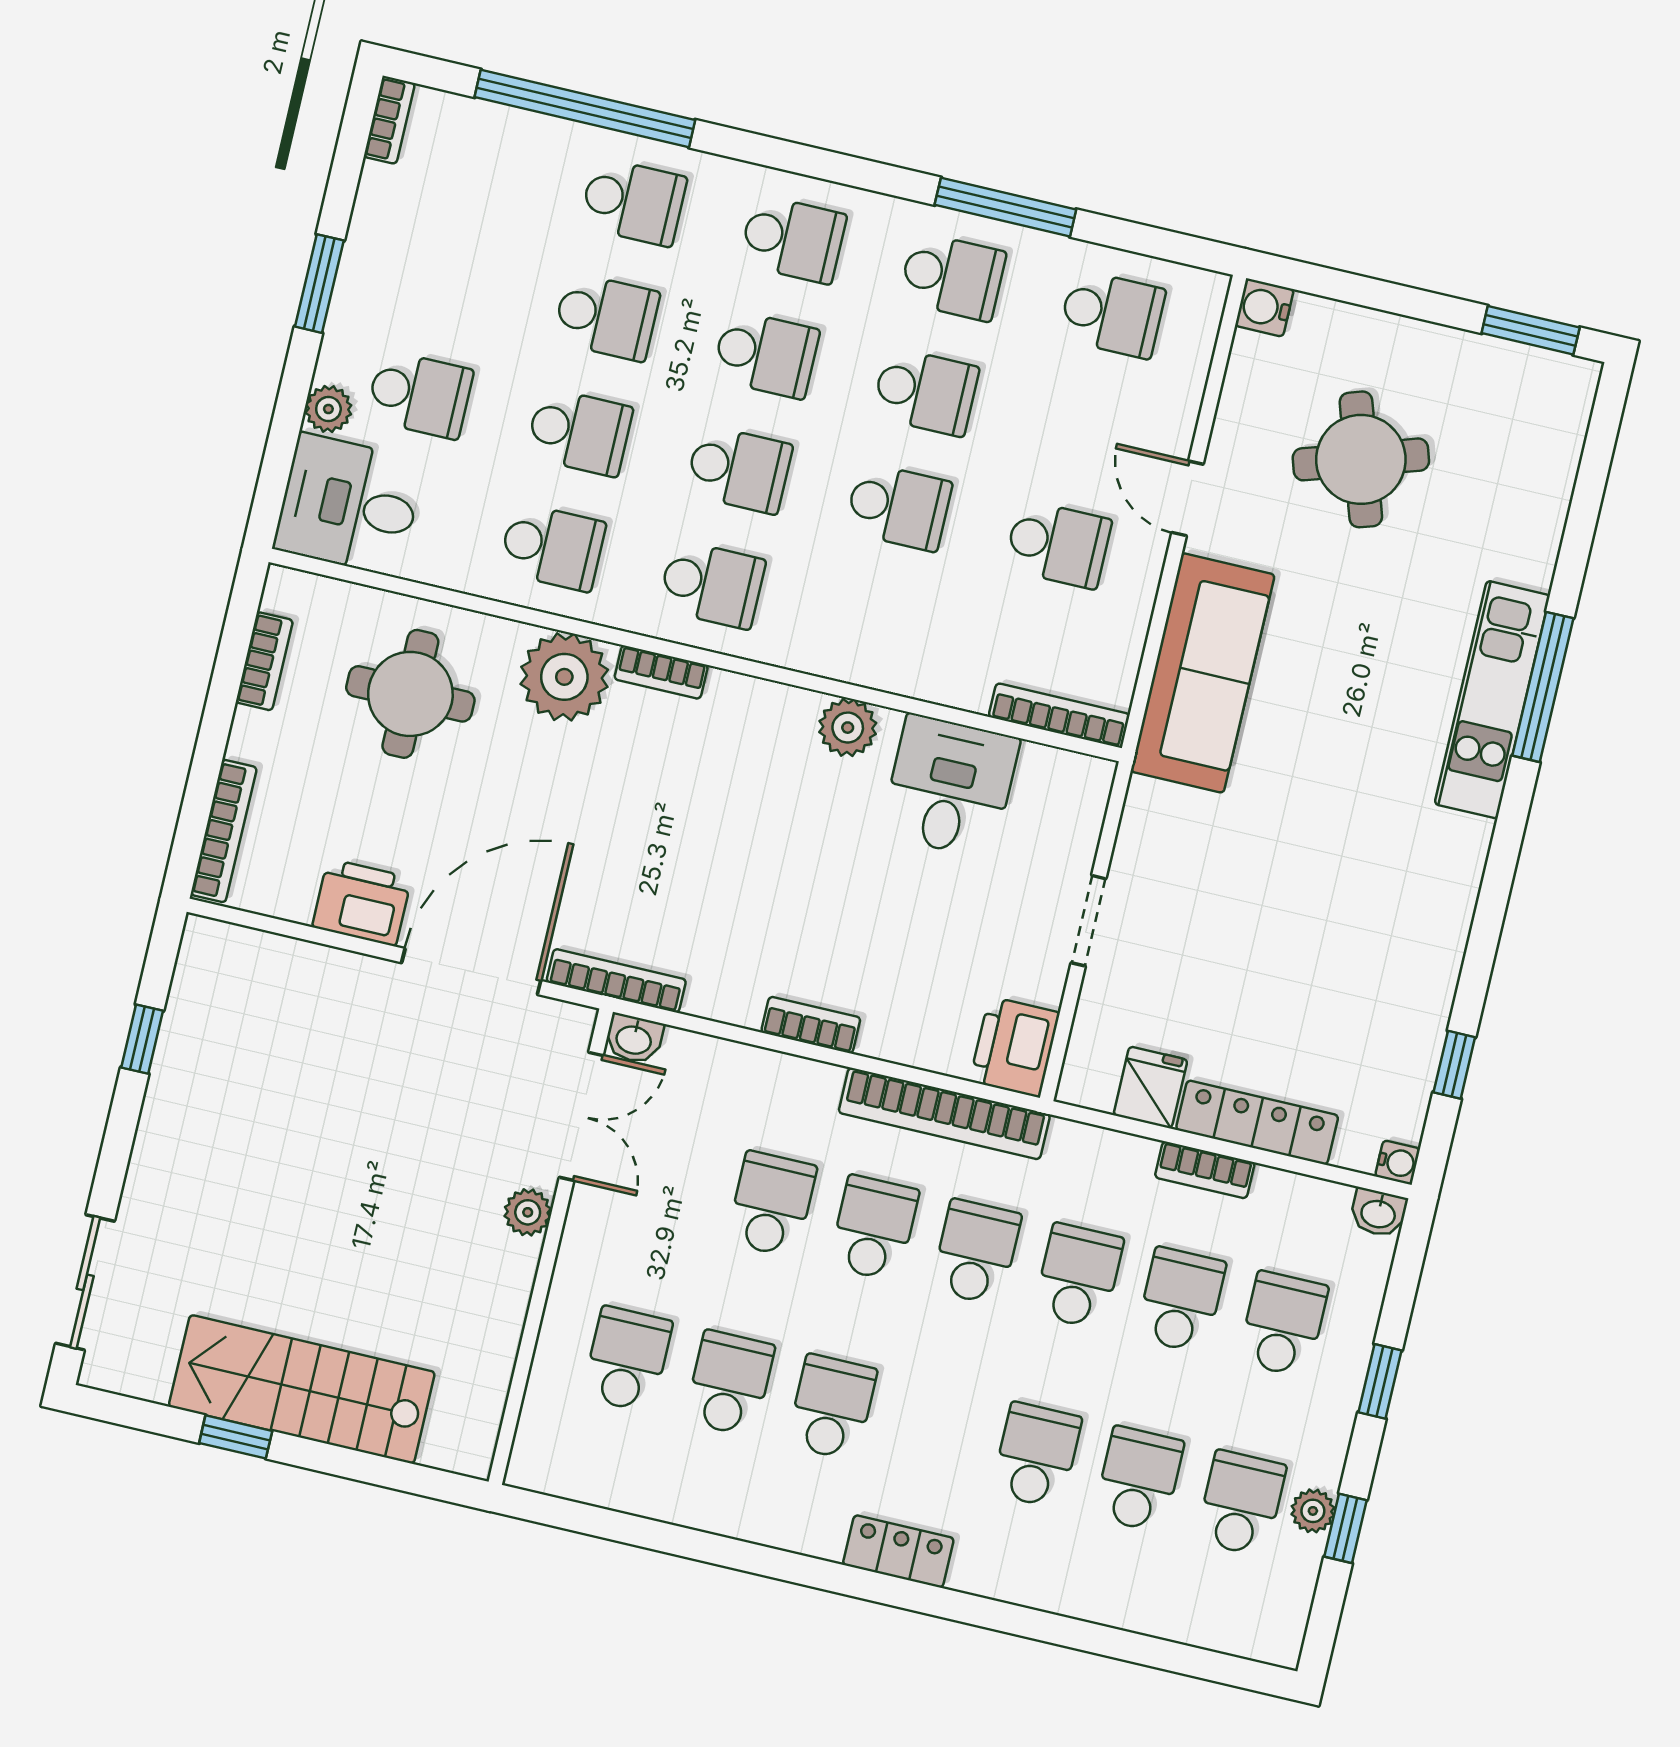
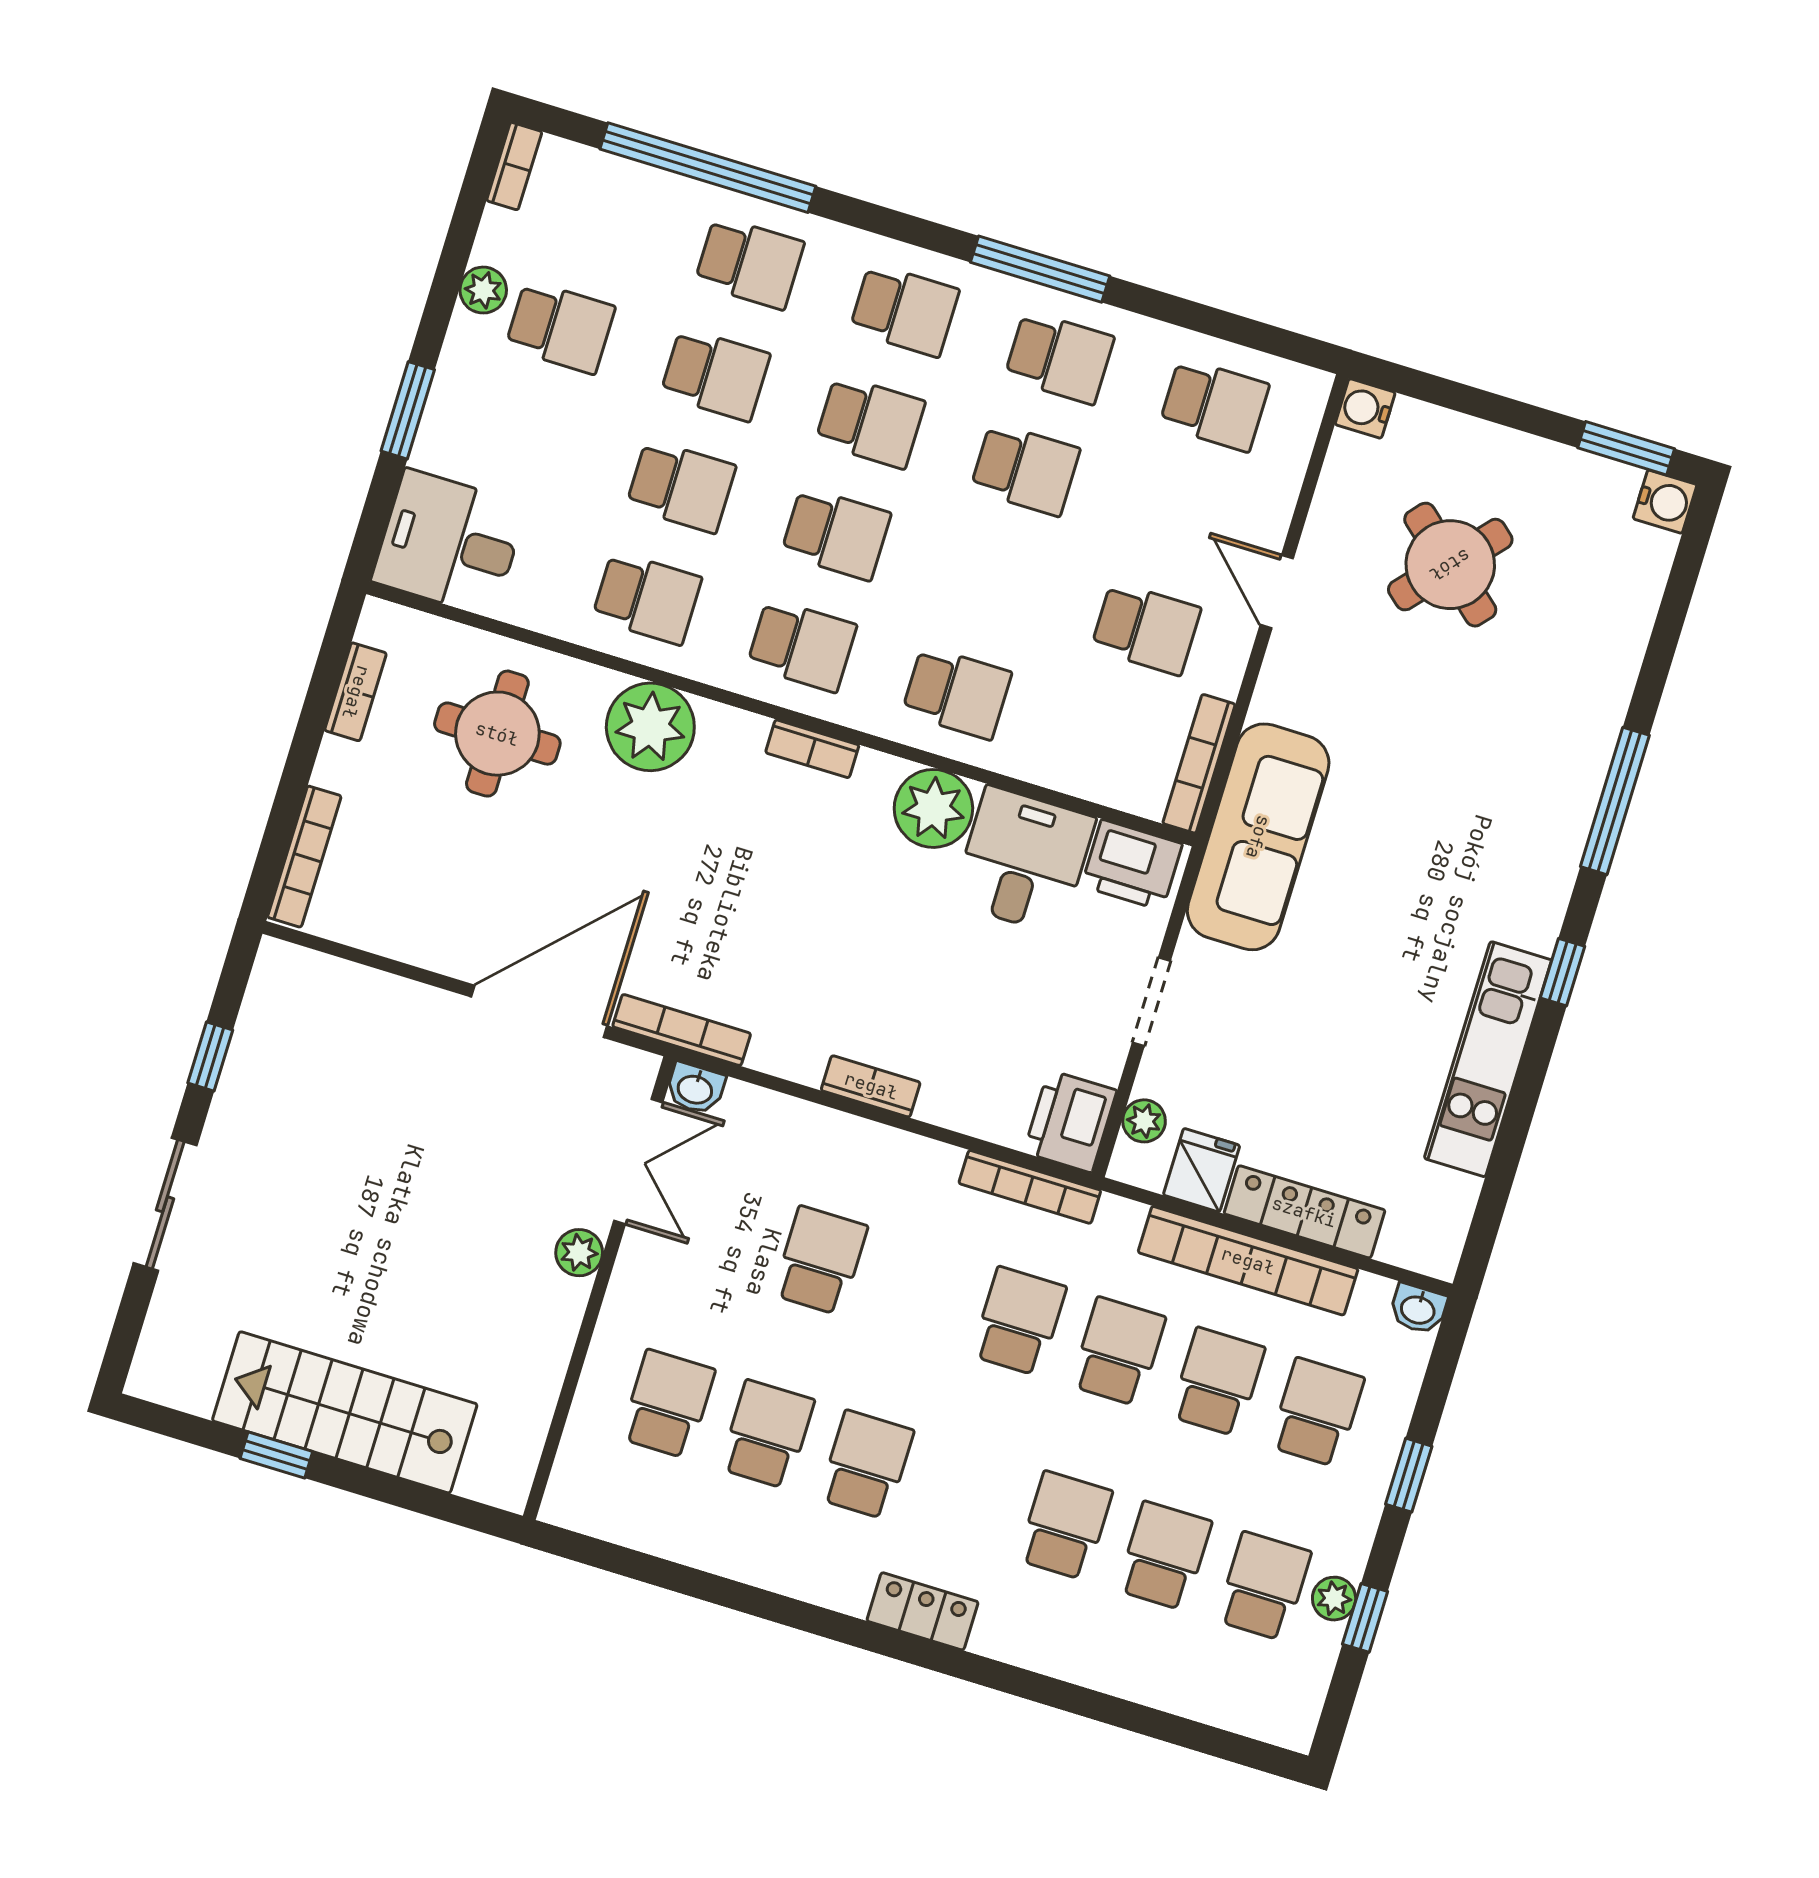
window: (1005, 207) -> (1040, 269), moved
window: (319, 284) -> (408, 410), moved
school desk: (420, 395) -> (560, 327), moved
plant: (328, 409) -> (483, 290), moved
round table: (1361, 459) -> (1450, 565), turned -31
school desk: (898, 507) -> (957, 693), moved
bookcase: (661, 672) -> (812, 749), moved
sofa: (1203, 673) -> (1258, 837), moved
kitchen unit: (1492, 700) -> (1488, 1059), moved
bookcase: (1059, 715) -> (1199, 764), moved, turned -90
plant: (848, 728) -> (933, 808), width x1.36, depth x1.36
printer: (362, 902) -> (1132, 865), moved, turned 180
plant: (1089, 1042) -> (1144, 1121), added
window: (1454, 1065) -> (1563, 972), moved
bookcase: (944, 1114) -> (1030, 1187), width x0.68, depth x0.76
water cooler: (1398, 1163) -> (1665, 502), moved, width x1.38, depth x1.38
bookcase: (1205, 1170) -> (1248, 1261), width x2.31, depth x1.31
school desk: (874, 1228) -> (920, 1291), removed
sliding door: (85, 1282) -> (165, 1204), moved

